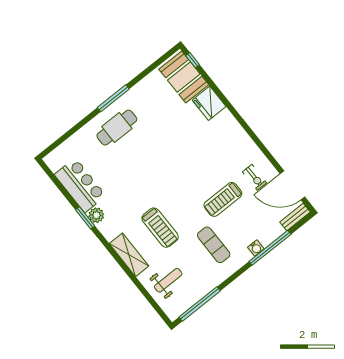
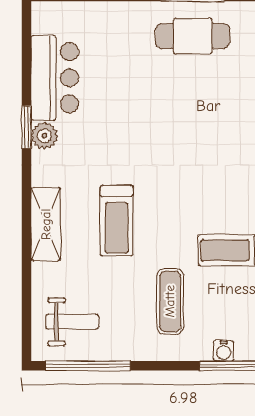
cafe table: (117, 128) -> (193, 36), moved
weight bench: (168, 280) -> (72, 322), moved

